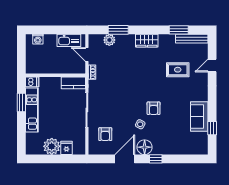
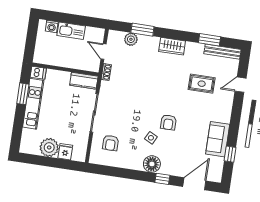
kitchen sink: (69, 40) -> (71, 31), moved
door: (125, 159) -> (194, 184), moved

